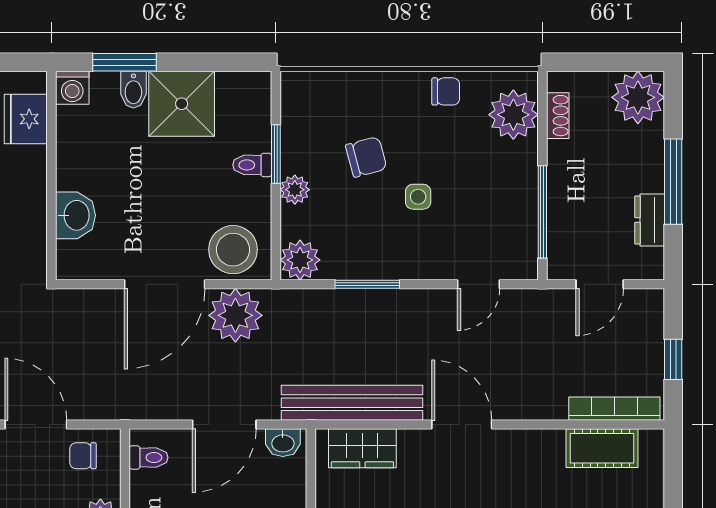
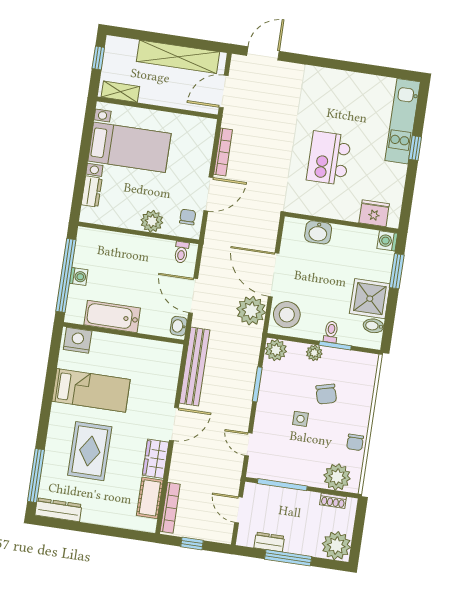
bidet: (133, 90) -> (374, 326), moved
wardrobe: (362, 448) -> (156, 459), moved

